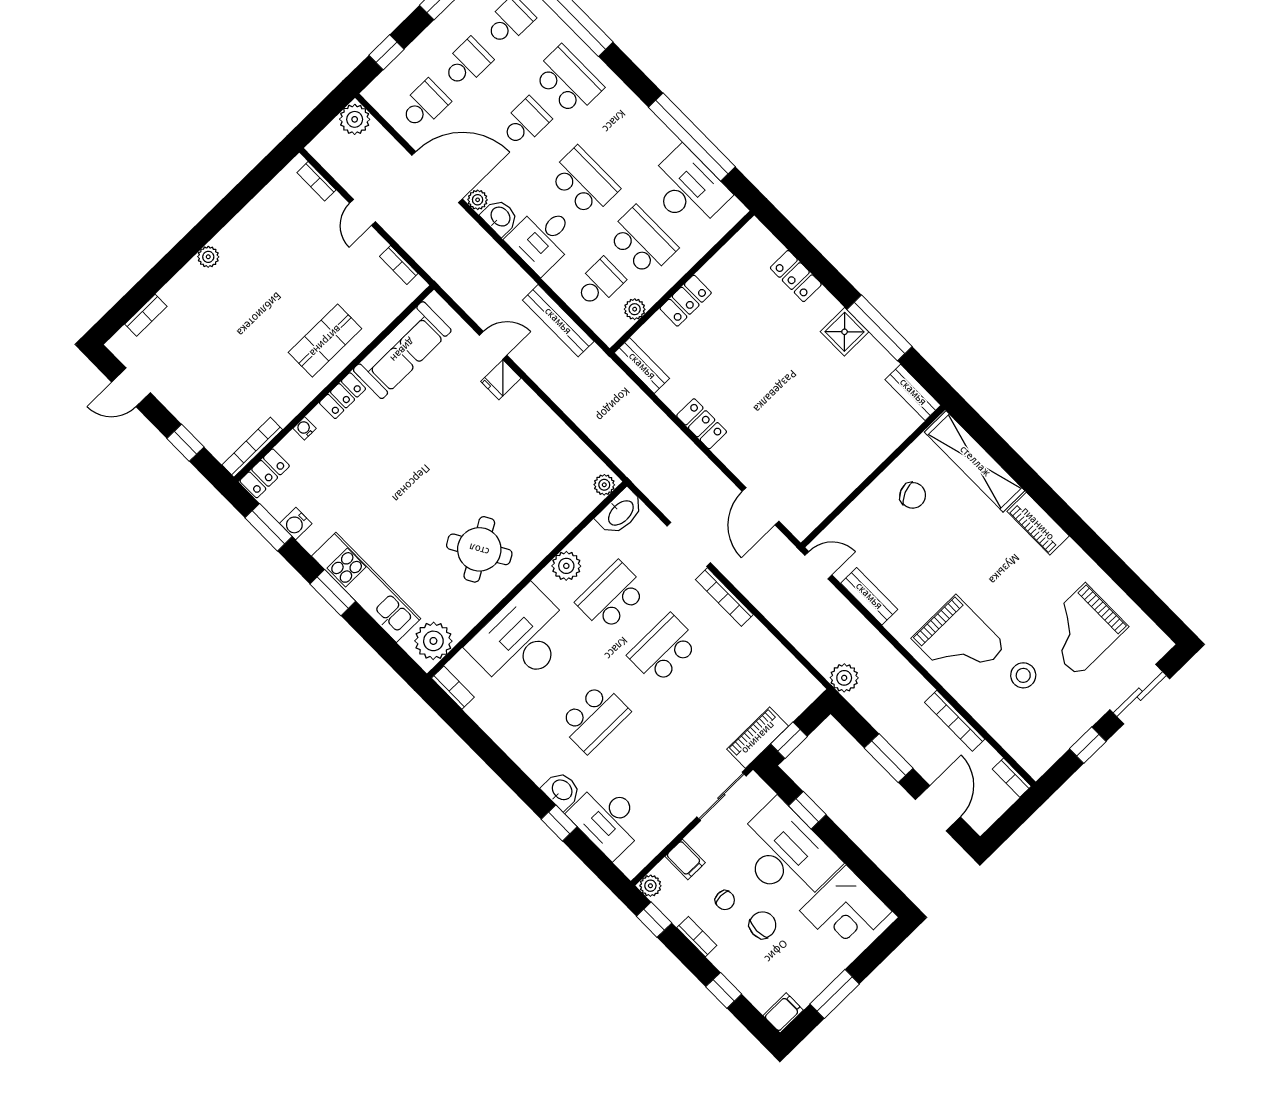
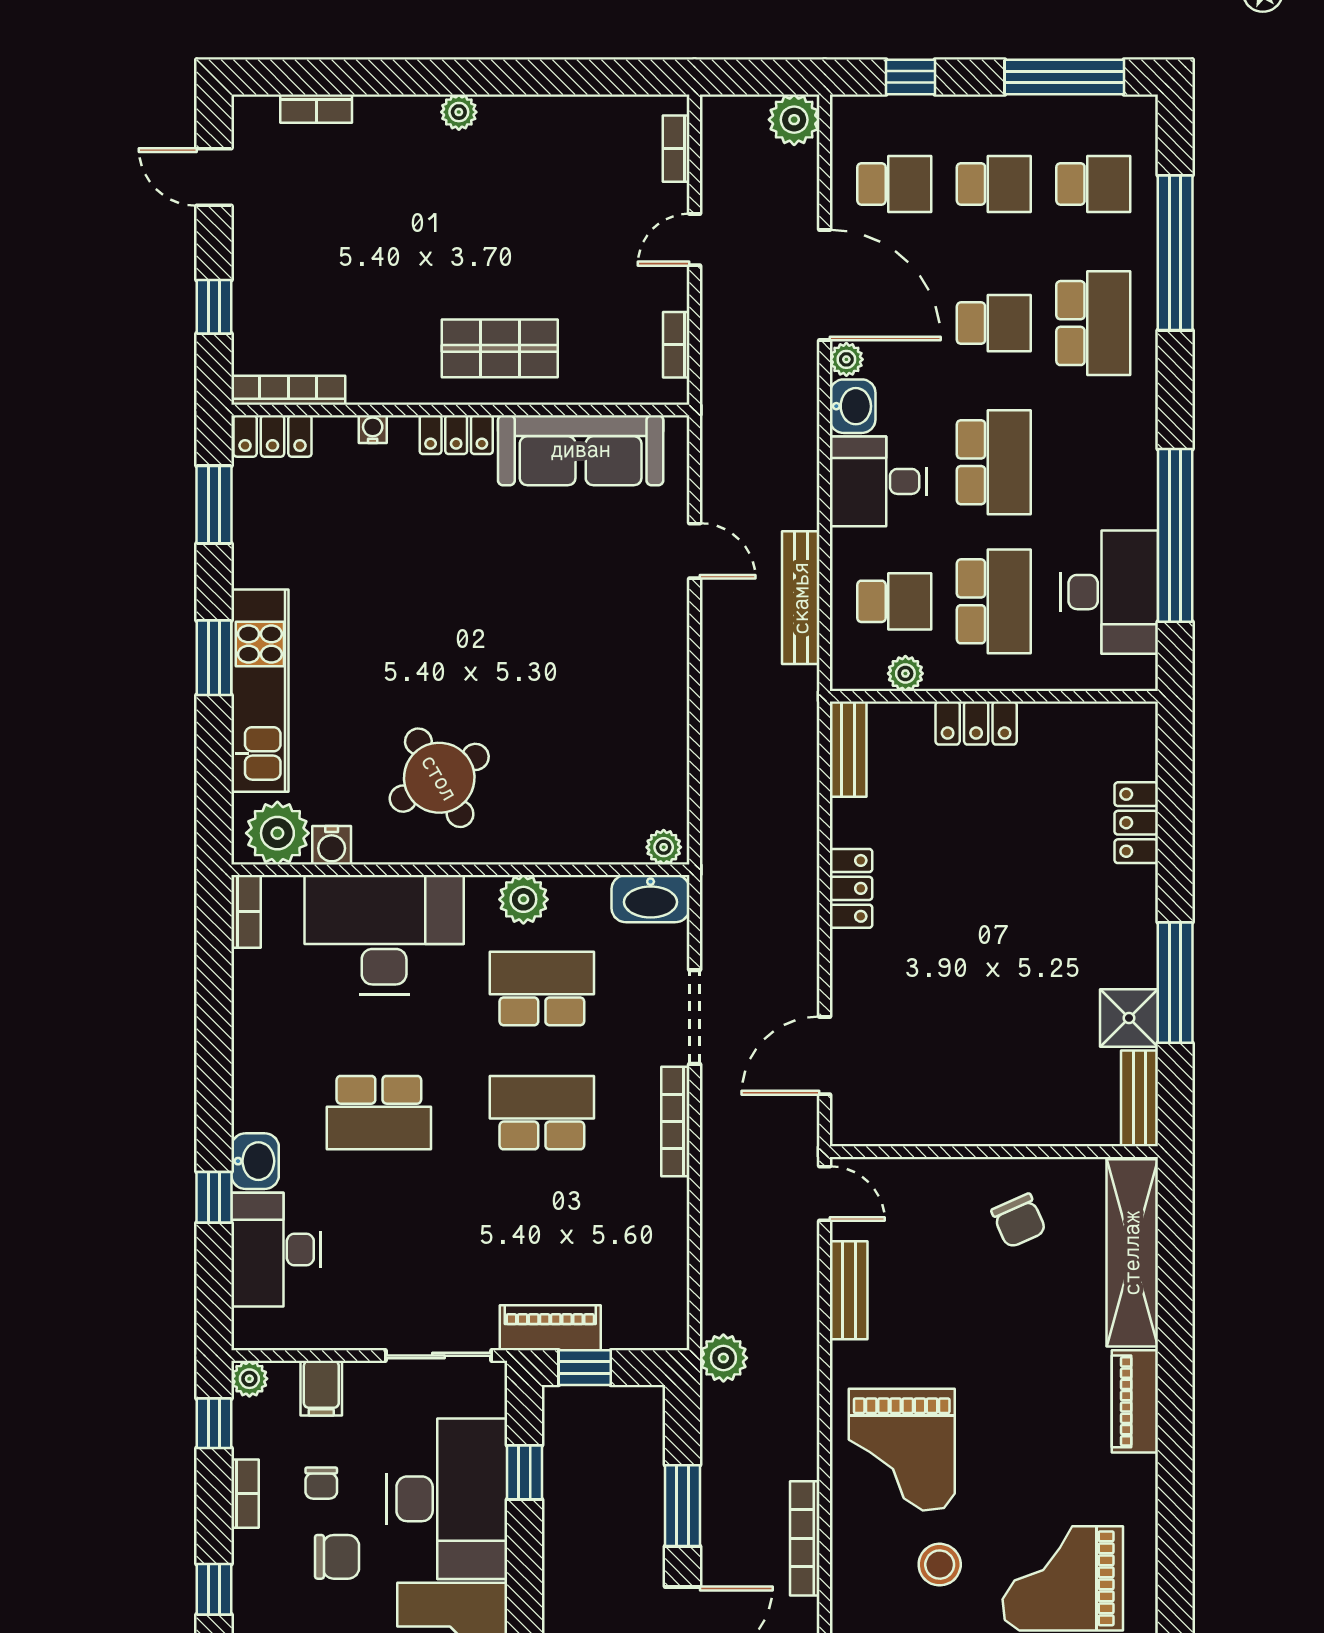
shower: (845, 332) -> (1129, 1018), moved
fridge: (501, 380) -> (663, 601), removed
water cooler: (296, 524) -> (332, 845), moved, turned -90

